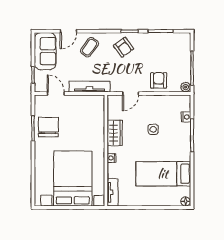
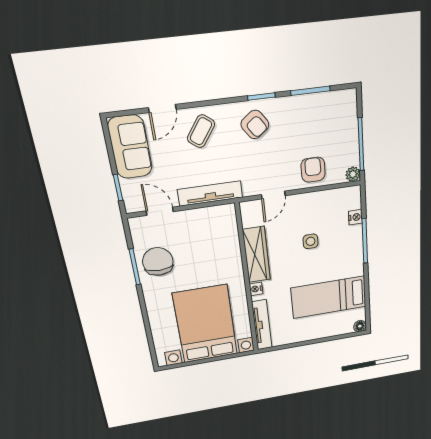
wardrobe: (115, 133) -> (257, 255), width x1.50
tv unit: (113, 192) -> (262, 325), width x1.41

